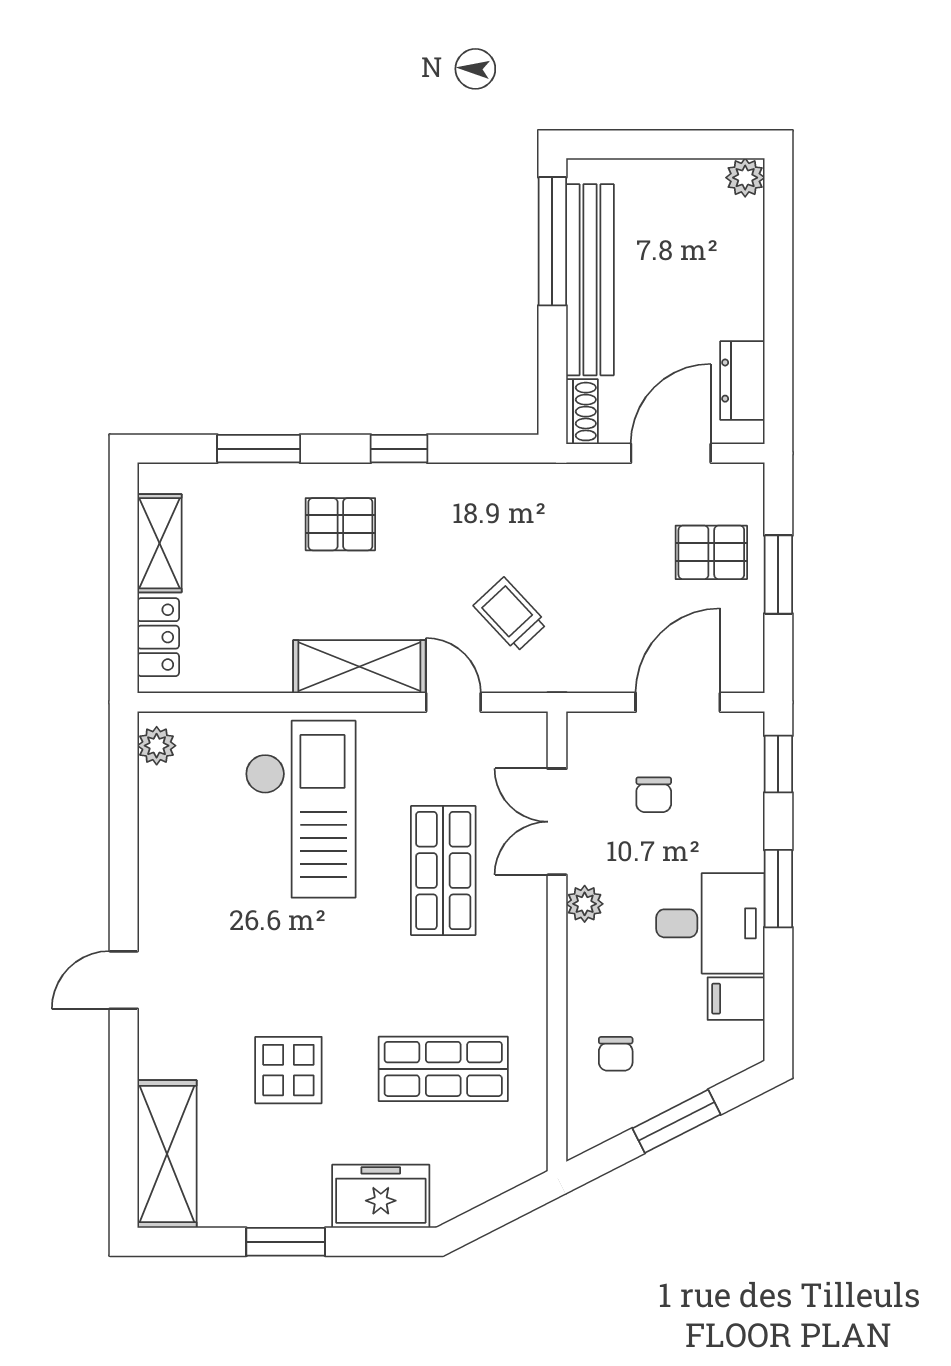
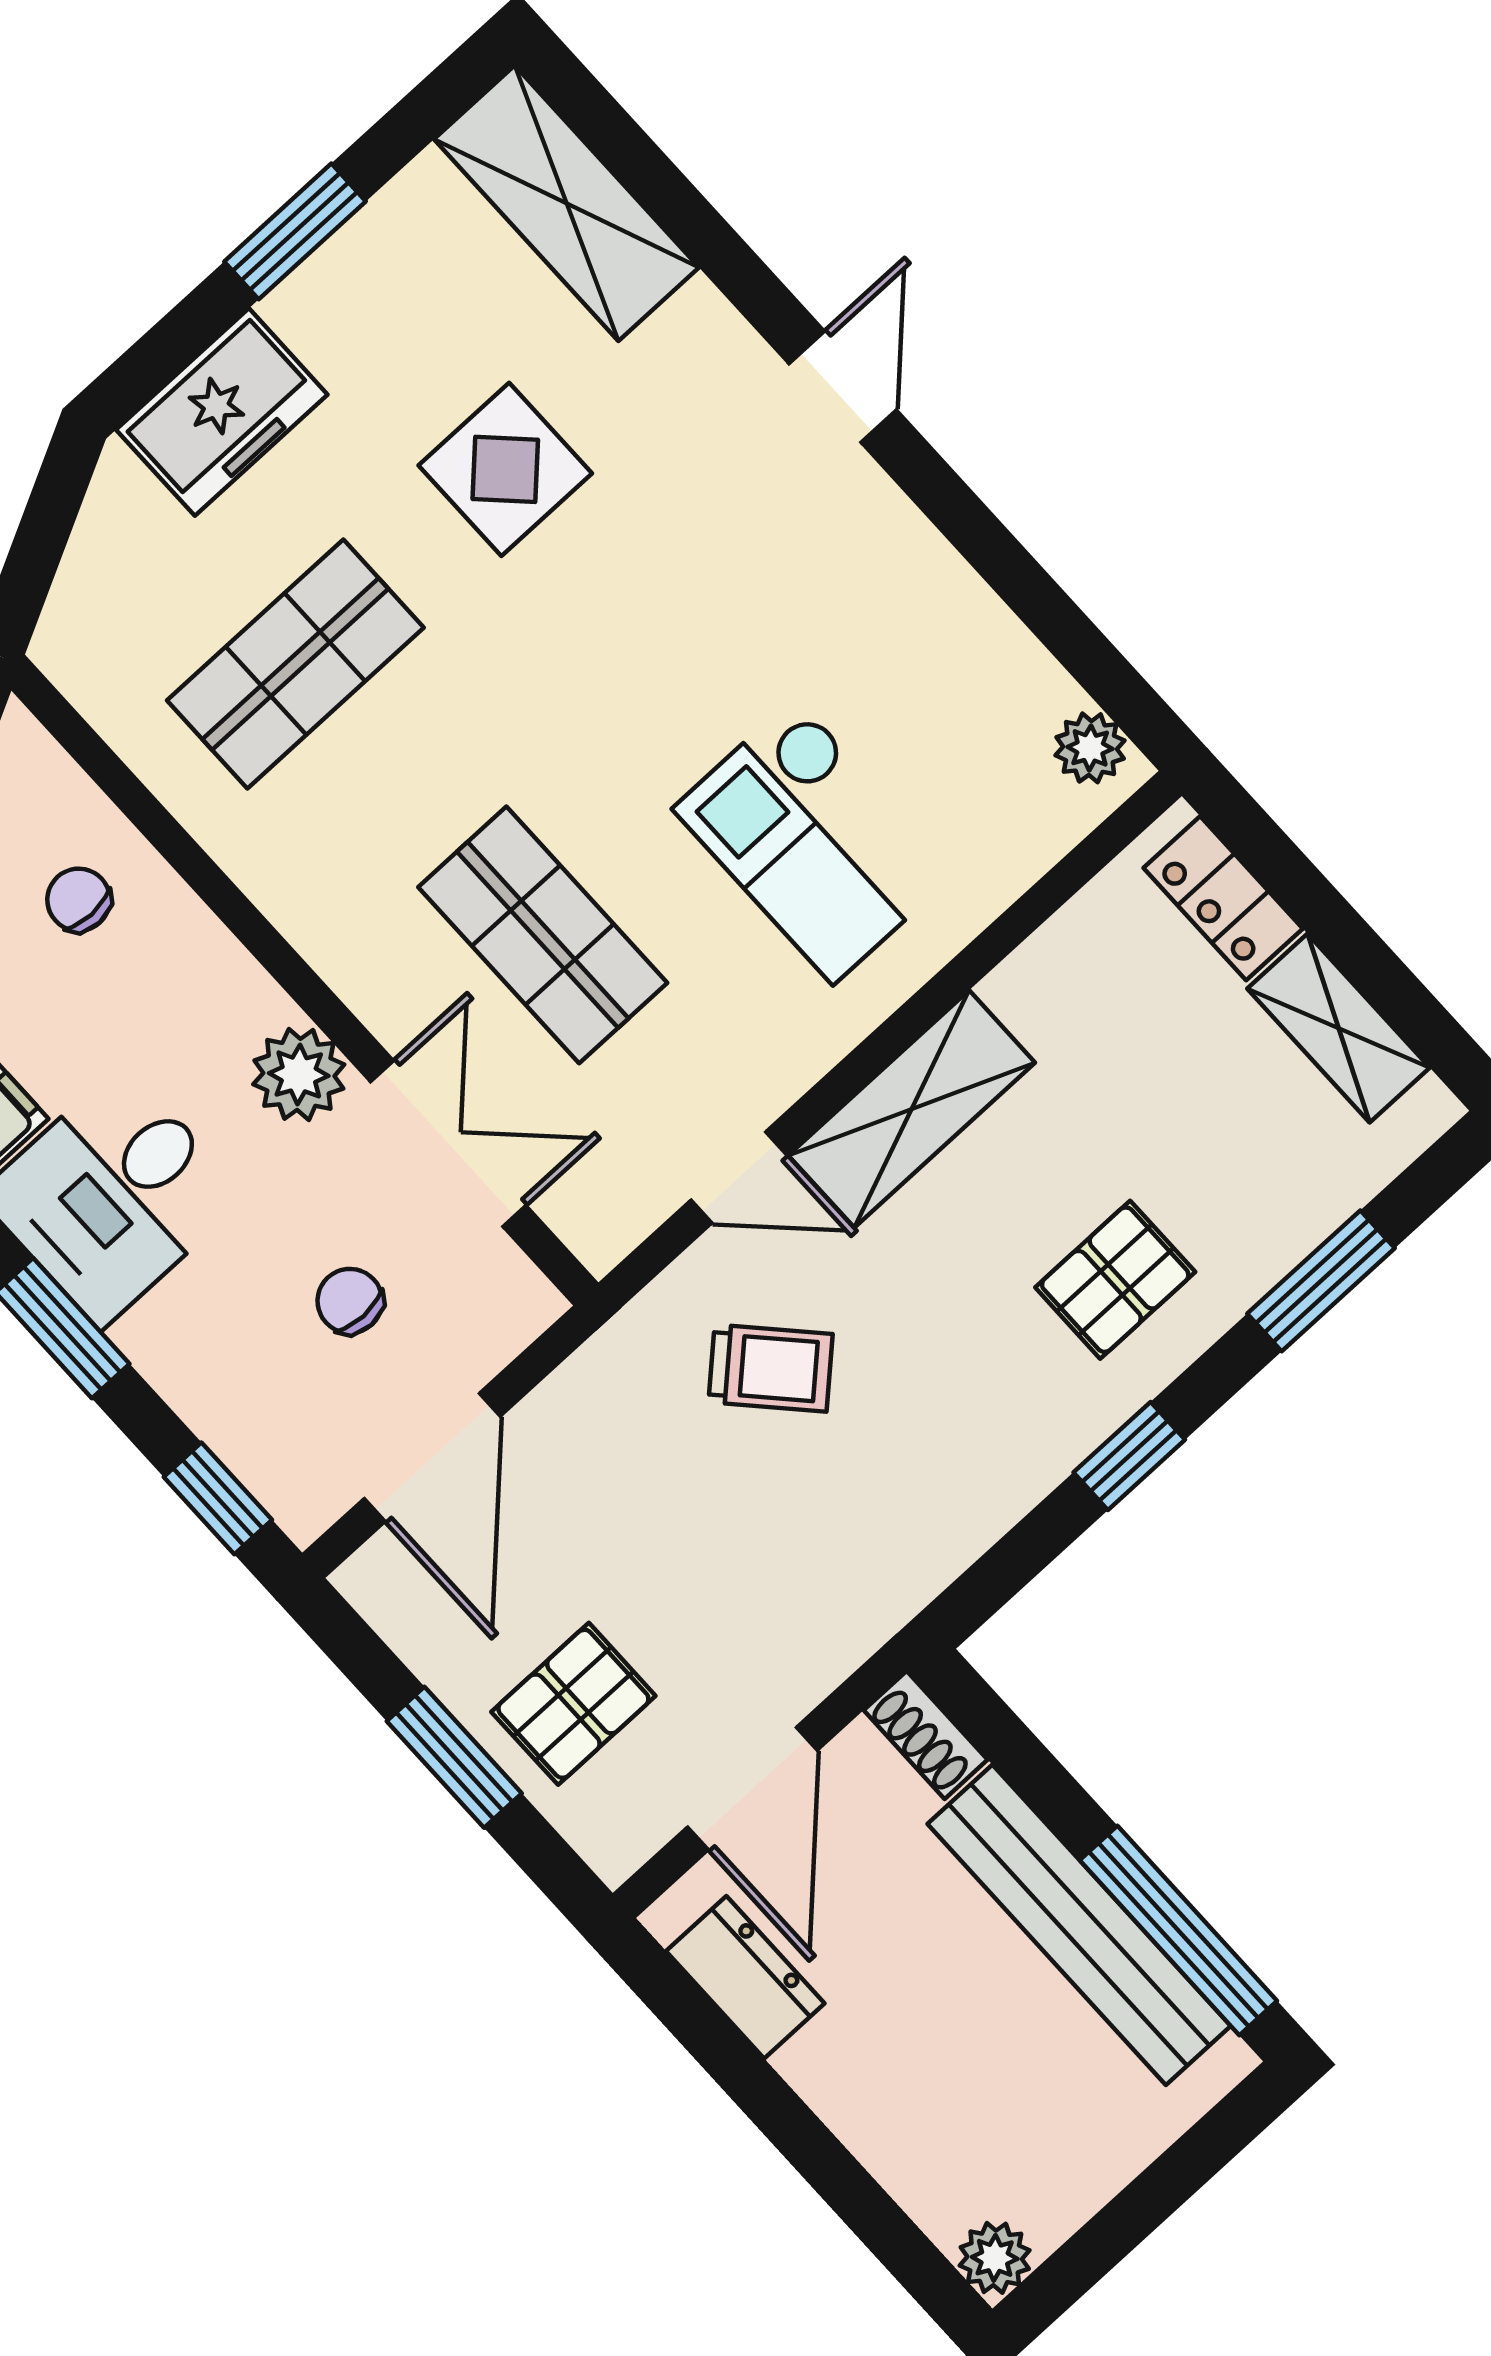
checkout: (300, 809) -> (814, 841), width x0.73, depth x0.83
plant: (585, 904) -> (299, 1074), width x1.38, depth x1.38

